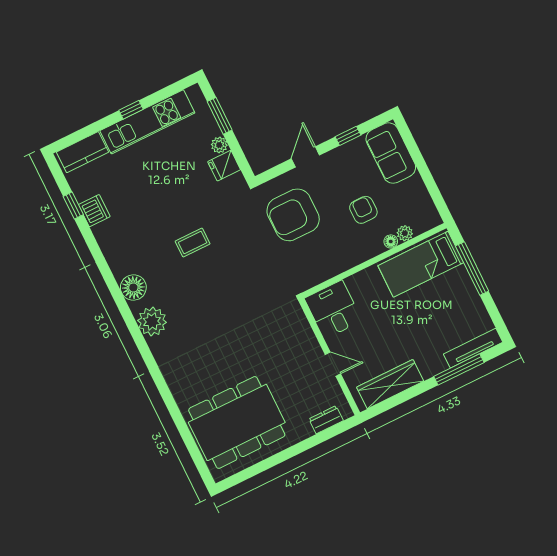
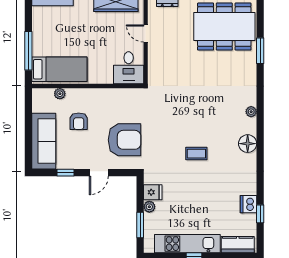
sofa: (391, 153) -> (44, 141), width x1.36
floor lamp: (391, 241) -> (71, 93), removed
plant: (152, 321) -> (251, 112), width x0.53, depth x0.53
window: (176, 414) -> (260, 51), added

